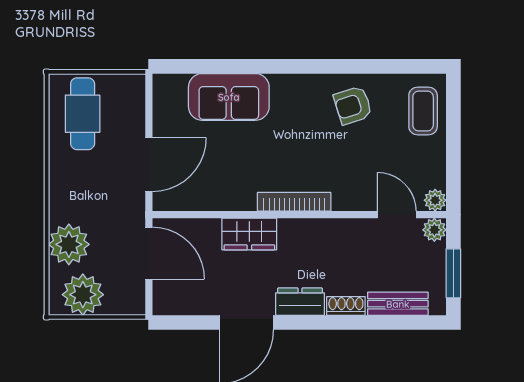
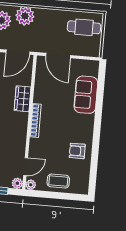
armchair: (353, 105) -> (77, 151), turned -72
coffee table: (423, 111) -> (58, 181), moved

